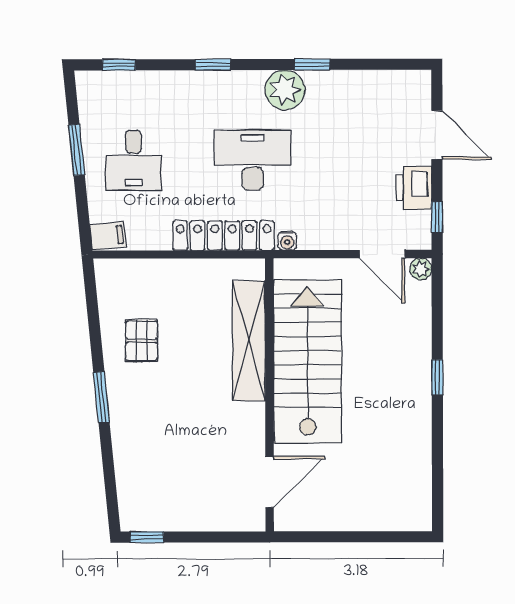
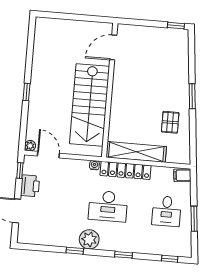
desk: (134, 160) -> (167, 211), turned 180
shelving: (249, 341) -> (136, 152), moved, turned 90

